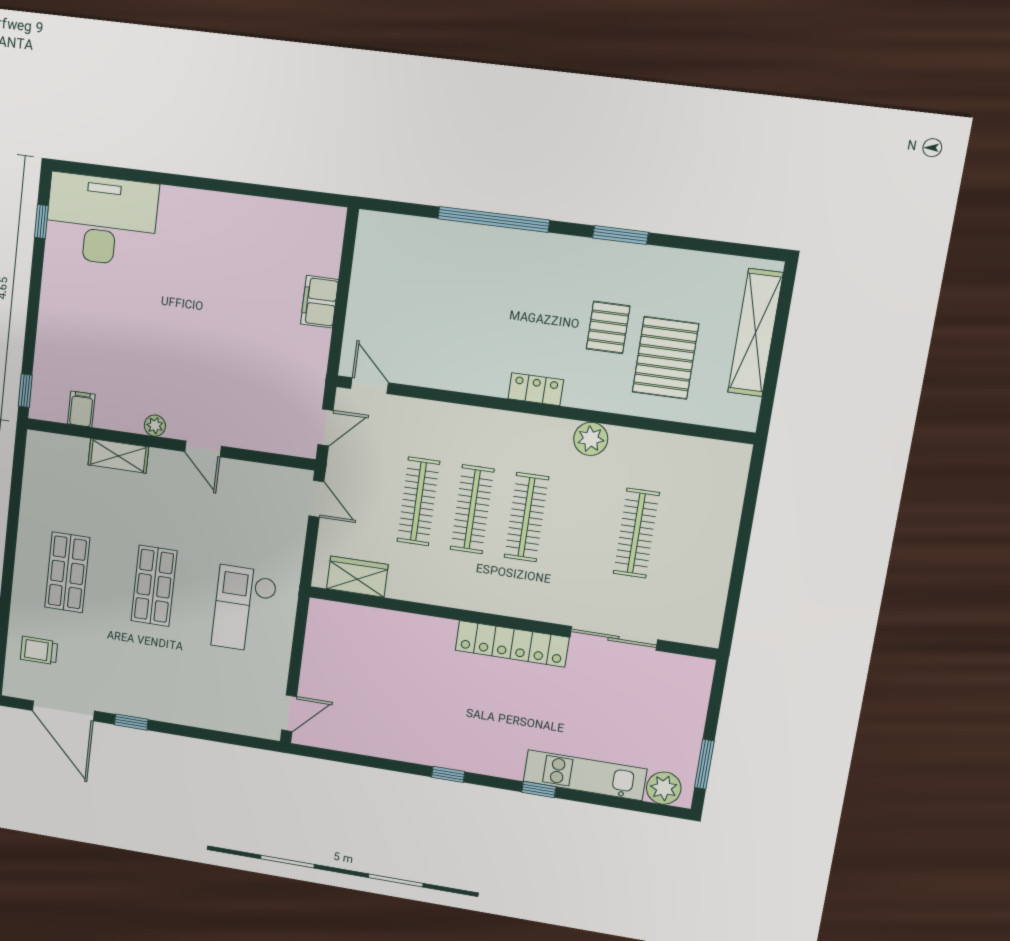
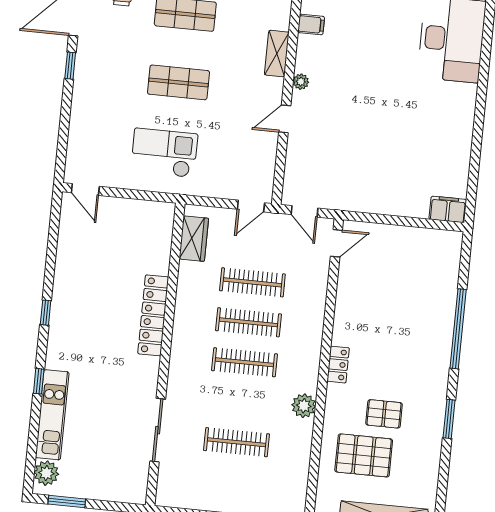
filing cabinet: (319, 302) -> (448, 209), moved
locker: (512, 644) -> (153, 315), moved

